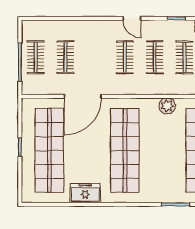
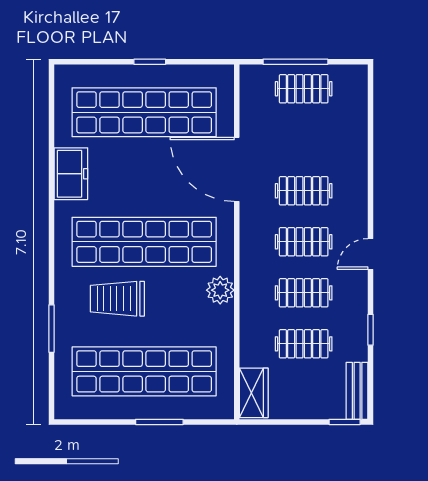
clothes rail: (65, 57) -> (304, 191), moved
plant: (167, 106) -> (220, 290), moved
trolley: (158, 166) -> (117, 299), added

